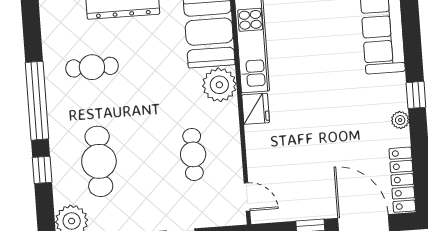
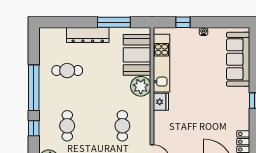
plant: (400, 120) -> (245, 115), removed
cafe table: (99, 161) -> (67, 126), width x0.73, depth x0.74

